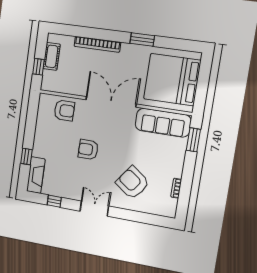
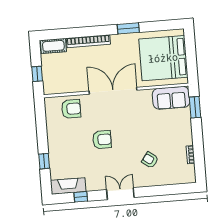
cot: (52, 56) -> (53, 46), moved, turned 90
sofa: (163, 123) -> (171, 98), width x0.73
armchair: (88, 150) -> (102, 140), turned 180
fireplace: (36, 175) -> (68, 186), moved, turned -90
armchair: (132, 183) -> (150, 160), width x0.53, depth x0.53

